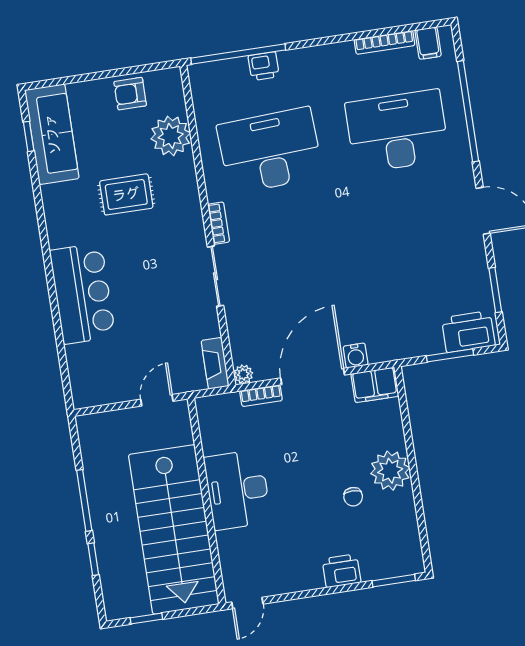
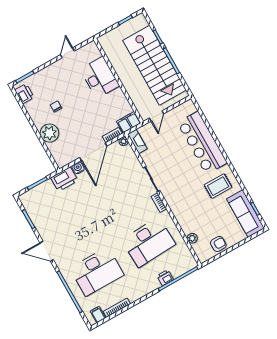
plant: (171, 136) -> (192, 238), width x0.53, depth x0.53
rug: (126, 194) -> (218, 186), moved
bar counter: (82, 294) -> (202, 143), width x1.36
printer: (468, 332) -> (64, 179), moved
filing cabinet: (375, 385) -> (129, 122), moved
plant: (390, 471) -> (49, 133), moved
desk: (237, 490) -> (100, 78), moved
stairs: (174, 529) -> (154, 65), moved, turned 180
printer: (341, 571) -> (24, 94), moved, turned -90
door: (247, 603) -> (67, 53), moved

